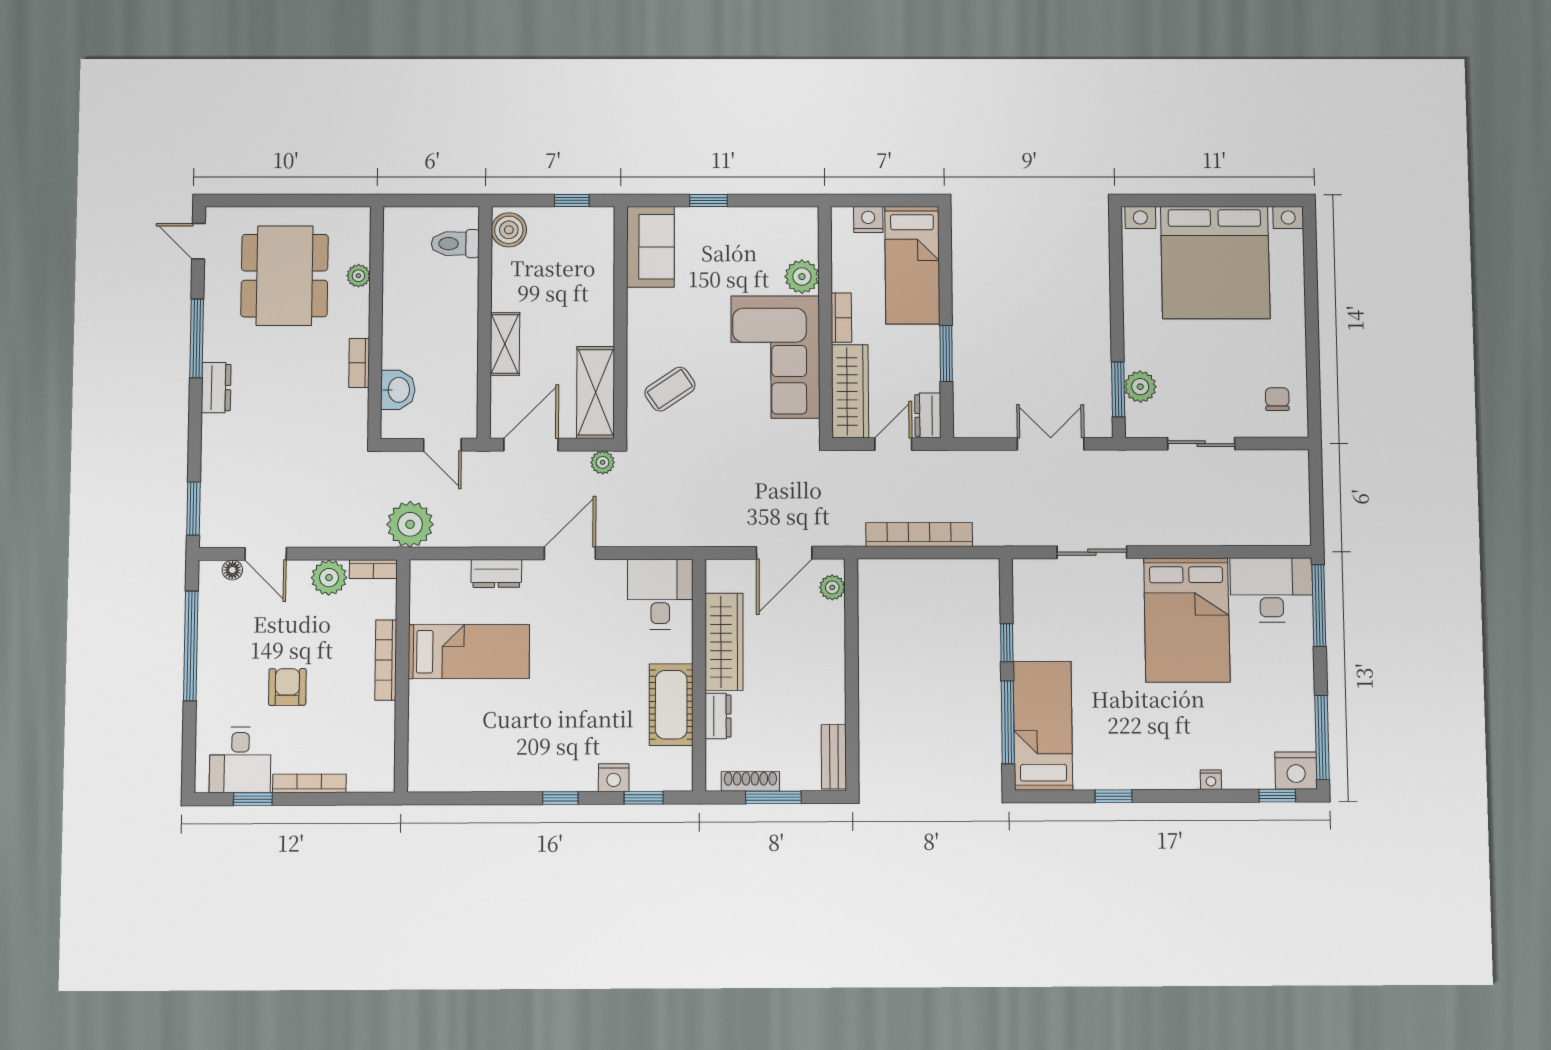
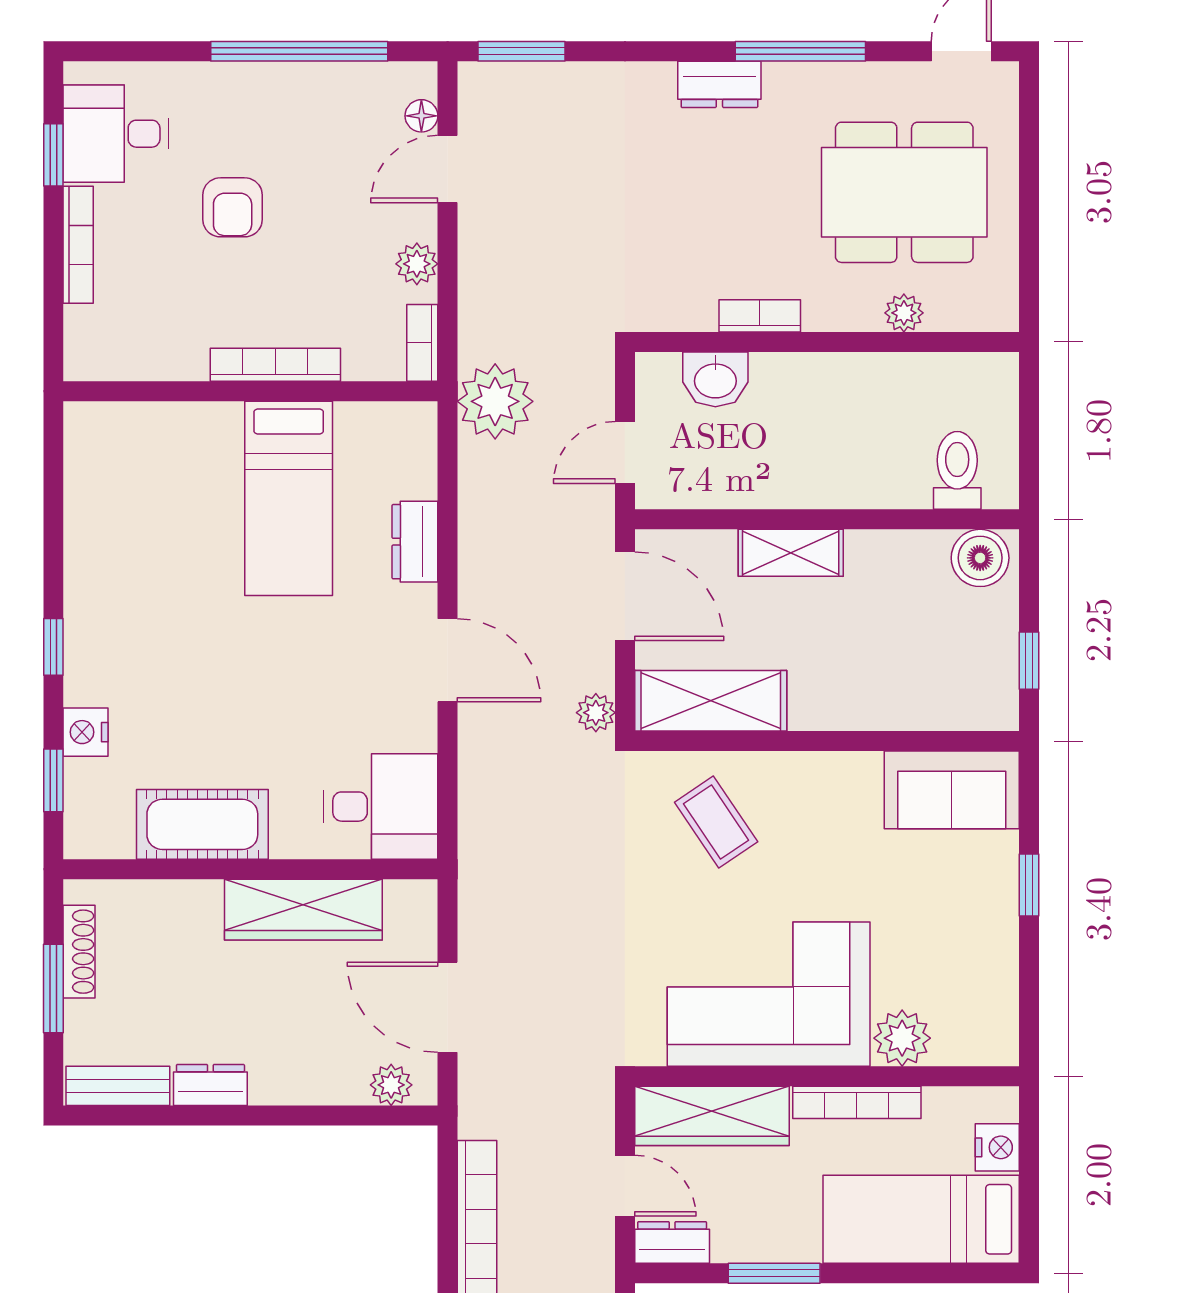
bookcase: (841, 318) -> (857, 1102), width x1.56
plant: (329, 578) -> (417, 264), width x0.73, depth x0.73
armchair: (287, 687) -> (233, 207), turned 90
dresser: (718, 716) -> (210, 1085), moved, turned 180

